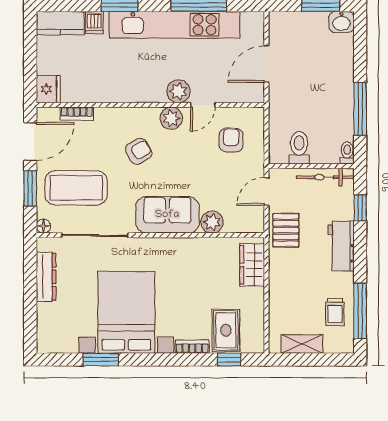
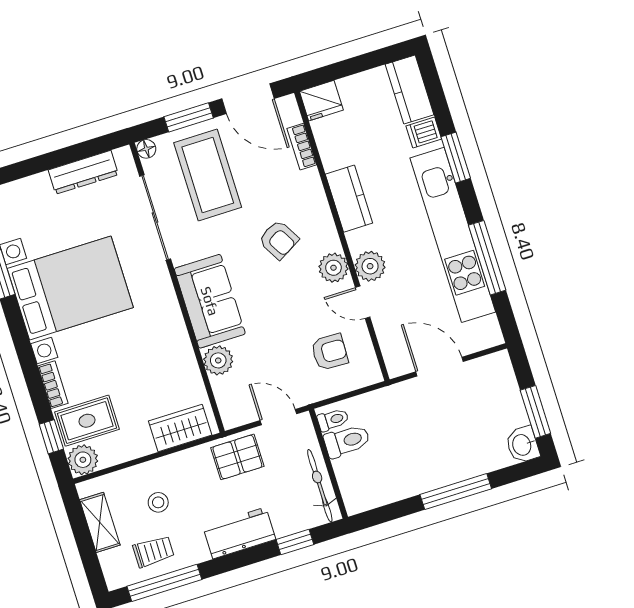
kitchen counter: (125, 91) -> (349, 199), added
window: (360, 109) -> (456, 492), moved
toilet: (347, 153) -> (333, 420), moved
stool: (301, 297) -> (158, 502), added
trolley: (335, 312) -> (153, 551), turned 180
plant: (253, 342) -> (83, 460), added

